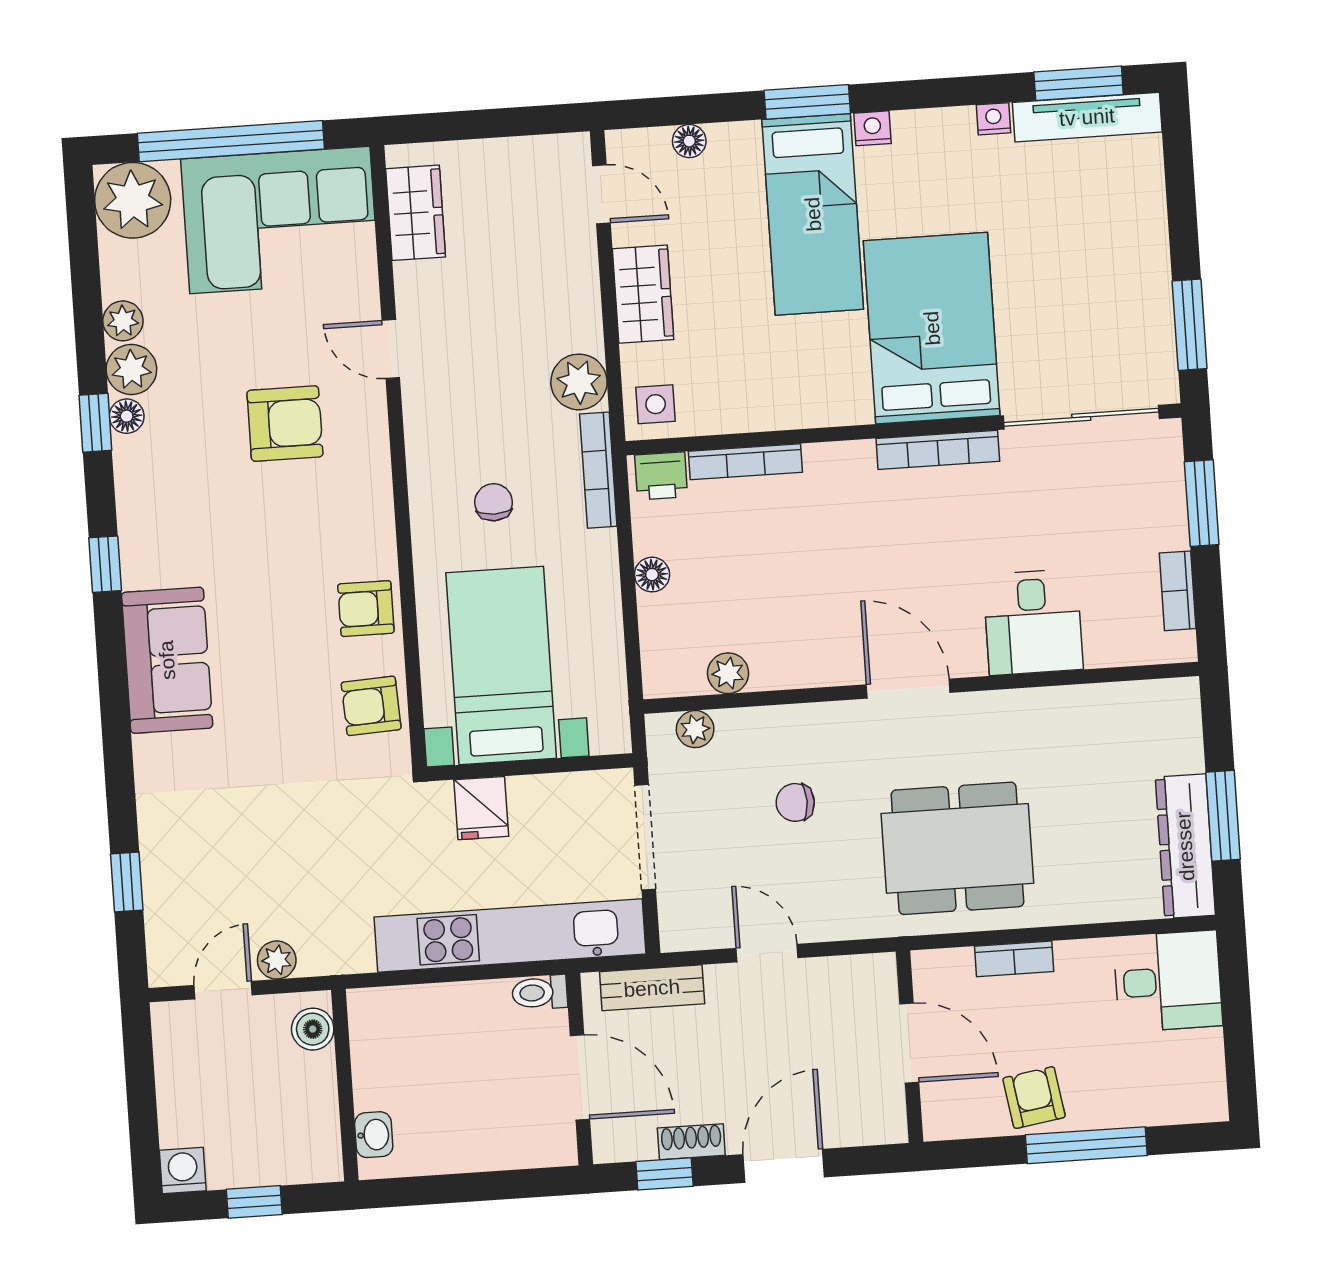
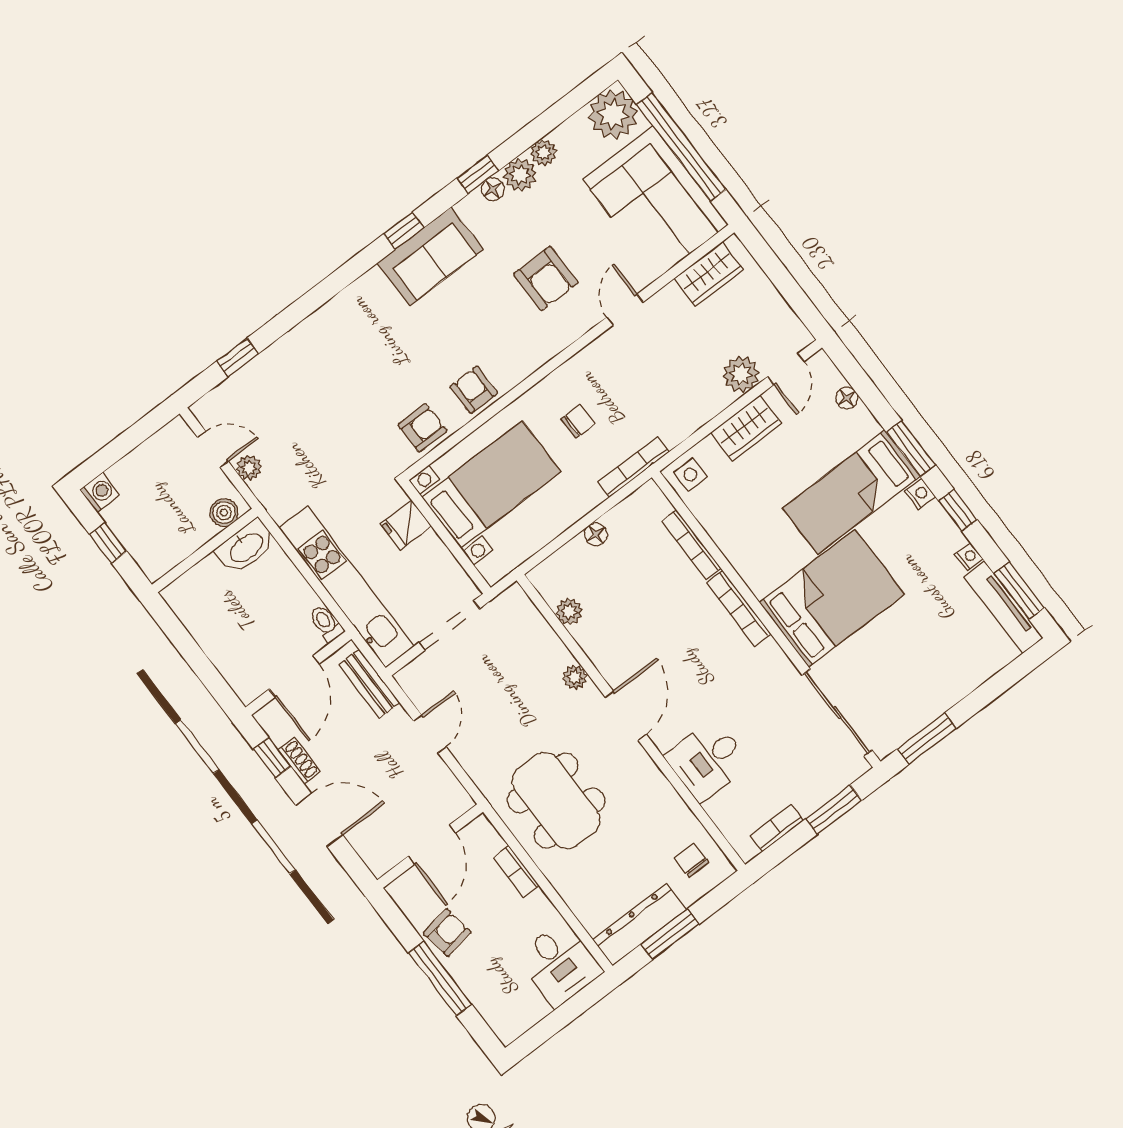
window: (925, 94) -> (958, 510), added
plant: (579, 382) -> (741, 374), moved
bookcase: (938, 450) -> (739, 608), moved
printer: (661, 476) -> (653, 504), removed
sofa: (167, 660) -> (430, 256), moved
armchair: (371, 706) -> (422, 428), turned 93
plant: (695, 729) -> (575, 677), moved
chair: (795, 802) -> (691, 860), moved
washbasin: (374, 1135) -> (246, 547), moved, width x1.91, depth x1.45

